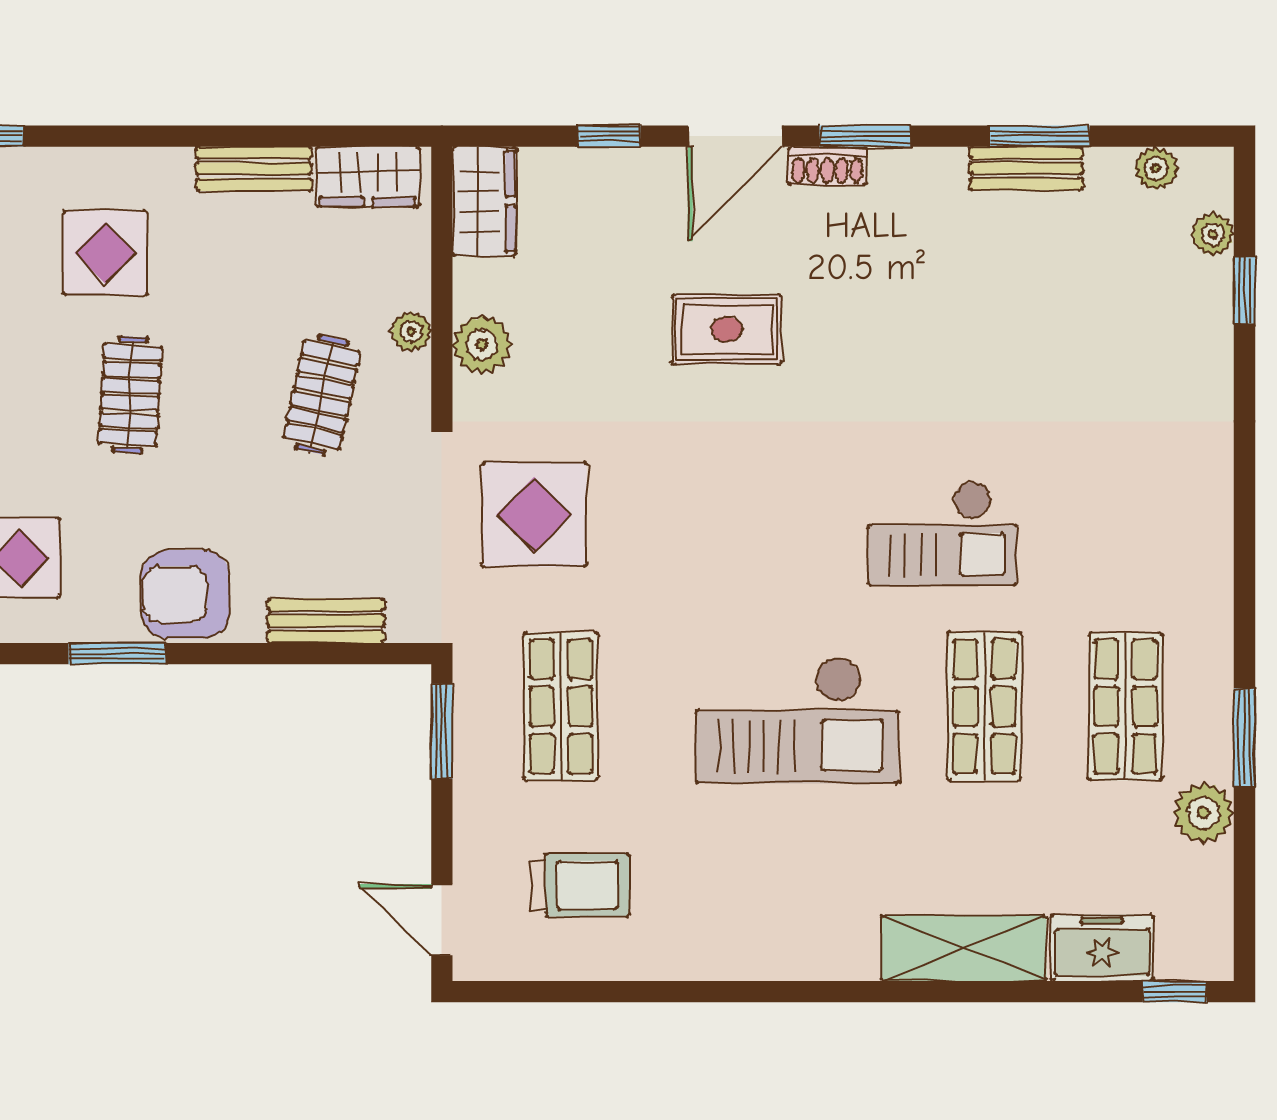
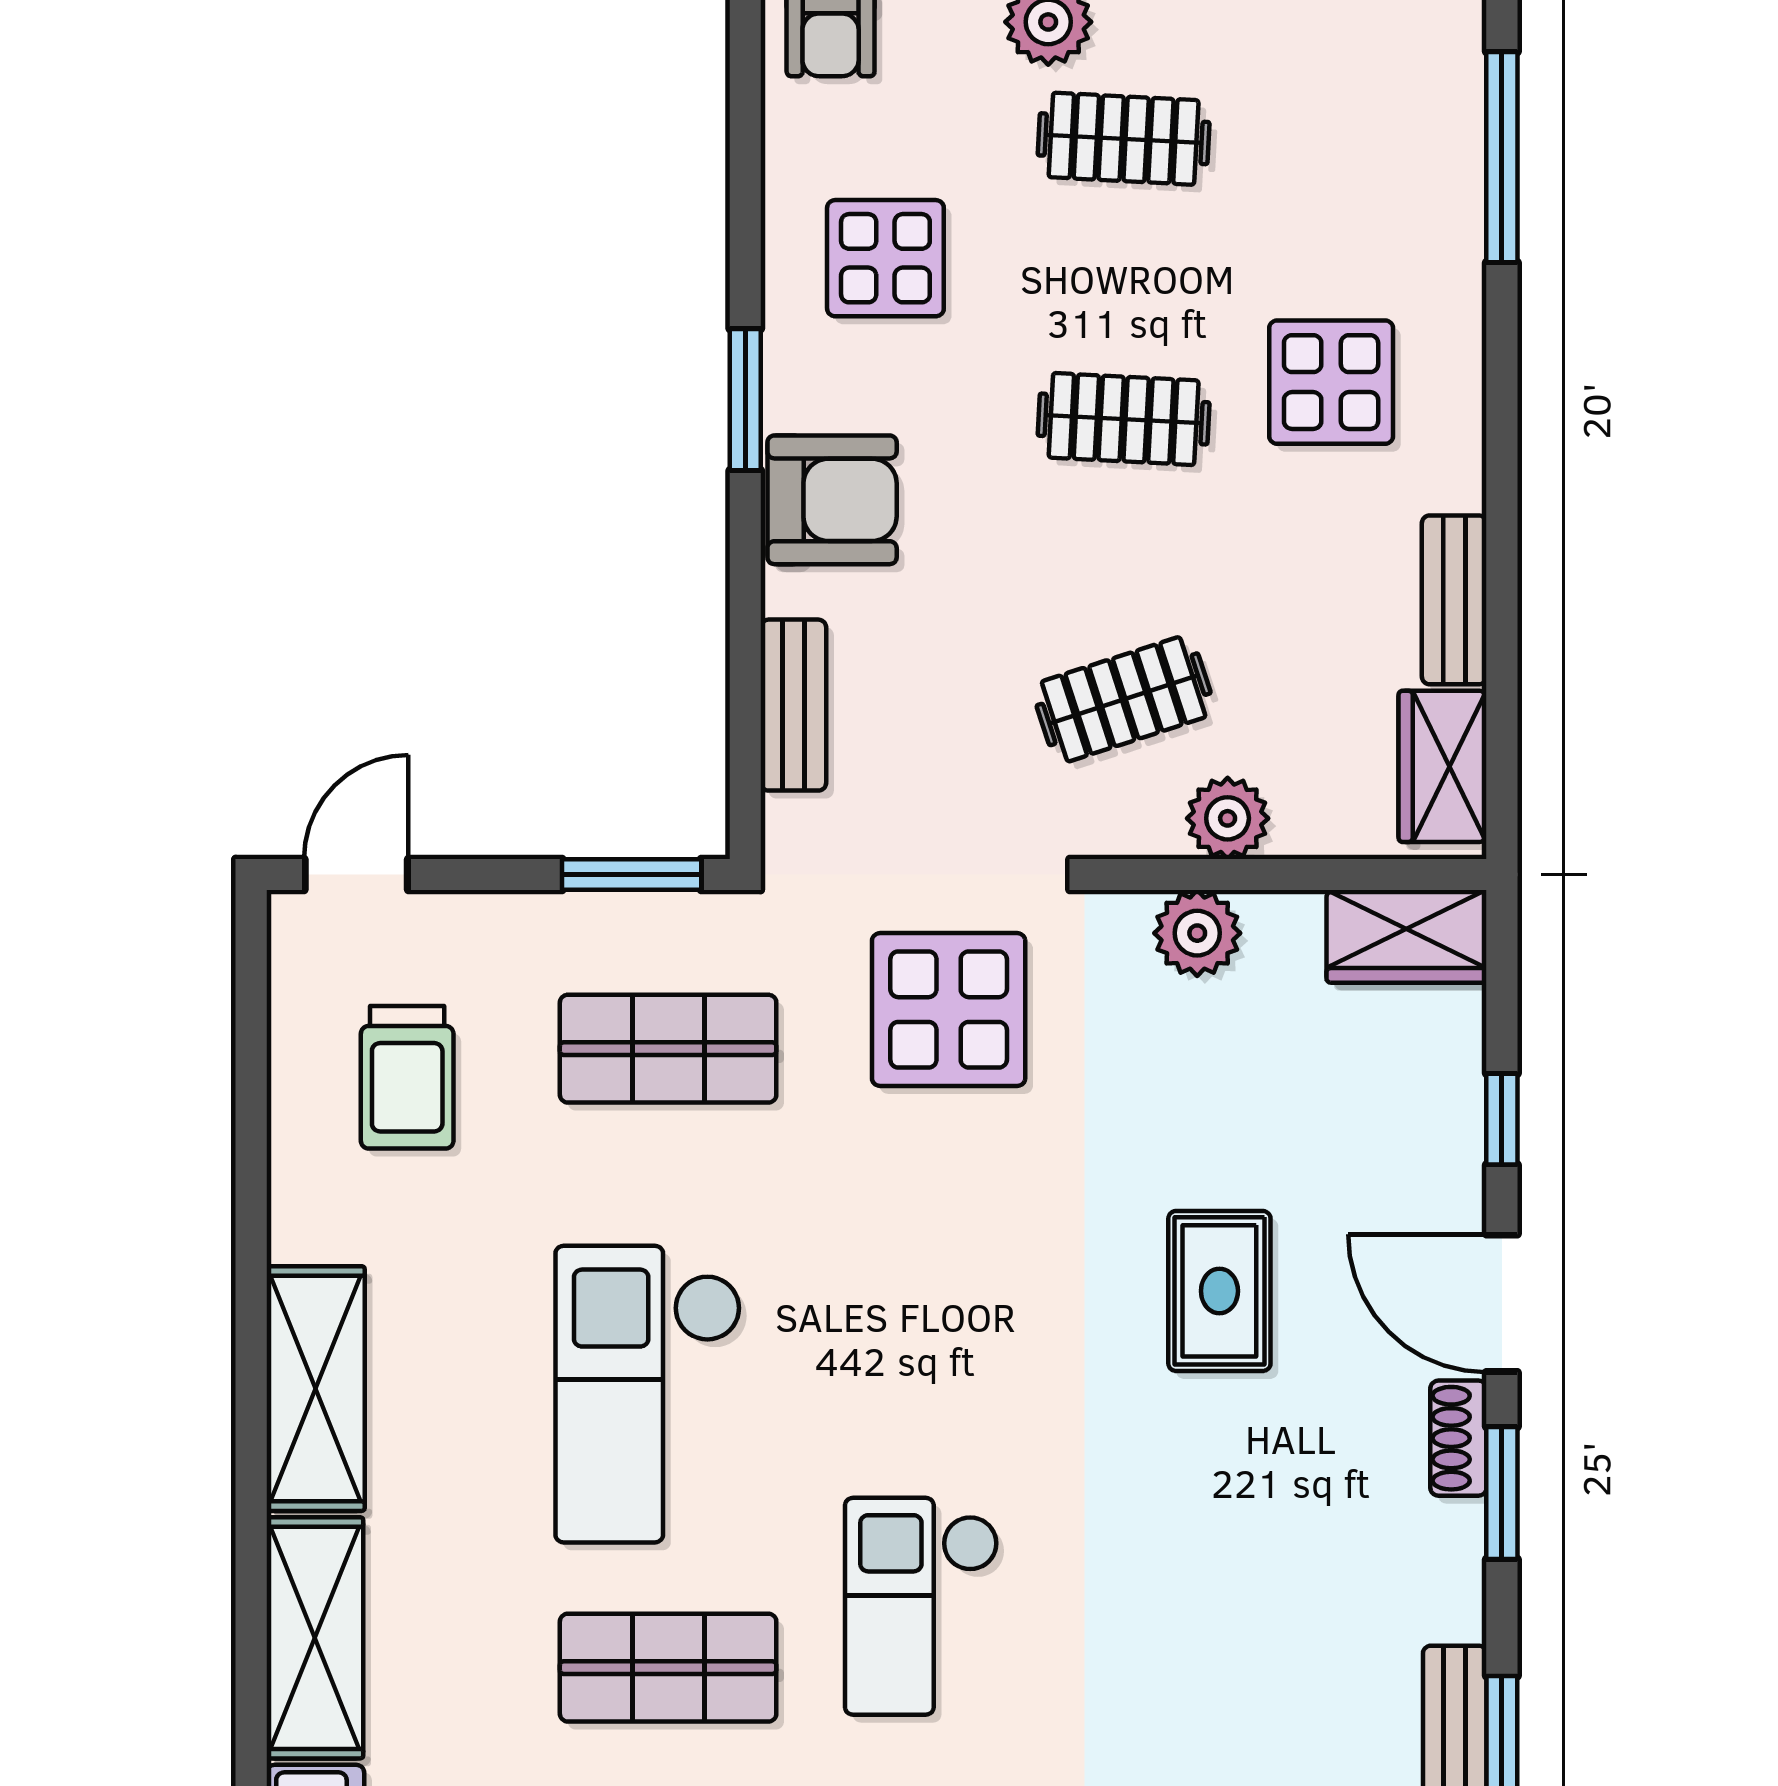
plant: (411, 331) -> (1228, 818), width x1.38, depth x1.38
clothes rail: (322, 395) -> (1124, 699), turned -30
armchair: (186, 594) -> (832, 500), turned 90
shelving: (793, 948) -> (316, 1389), added

